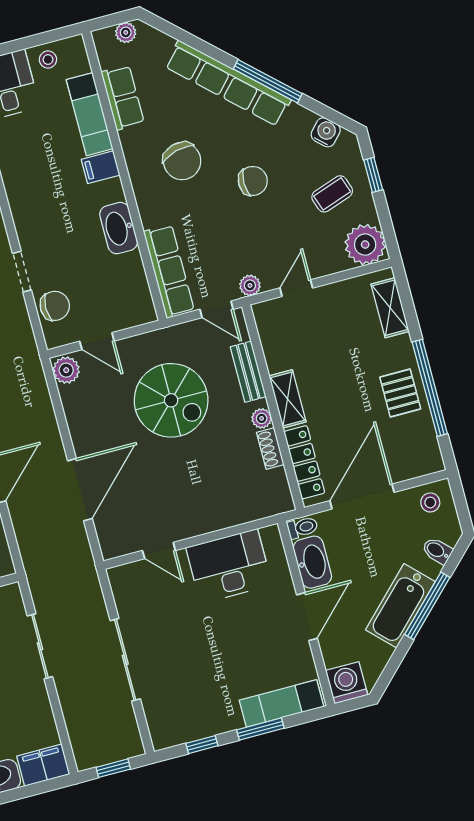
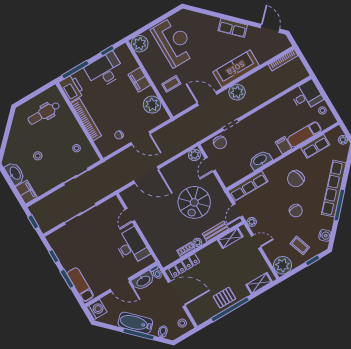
shelving: (287, 399) -> (230, 238), moved

